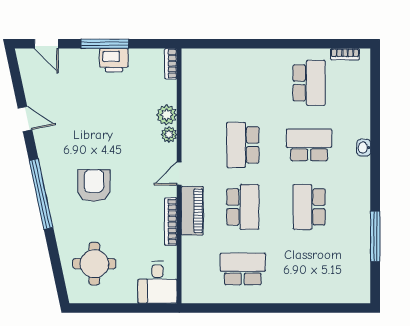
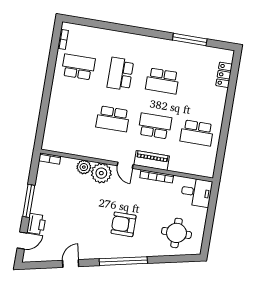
printer: (114, 60) -> (36, 224), moved
plant: (169, 134) -> (101, 173), width x1.88, depth x1.88
washbasin: (364, 148) -> (128, 37), removed
school desk: (243, 269) -> (197, 133), turned -90
locker: (333, 294) -> (224, 75), added

